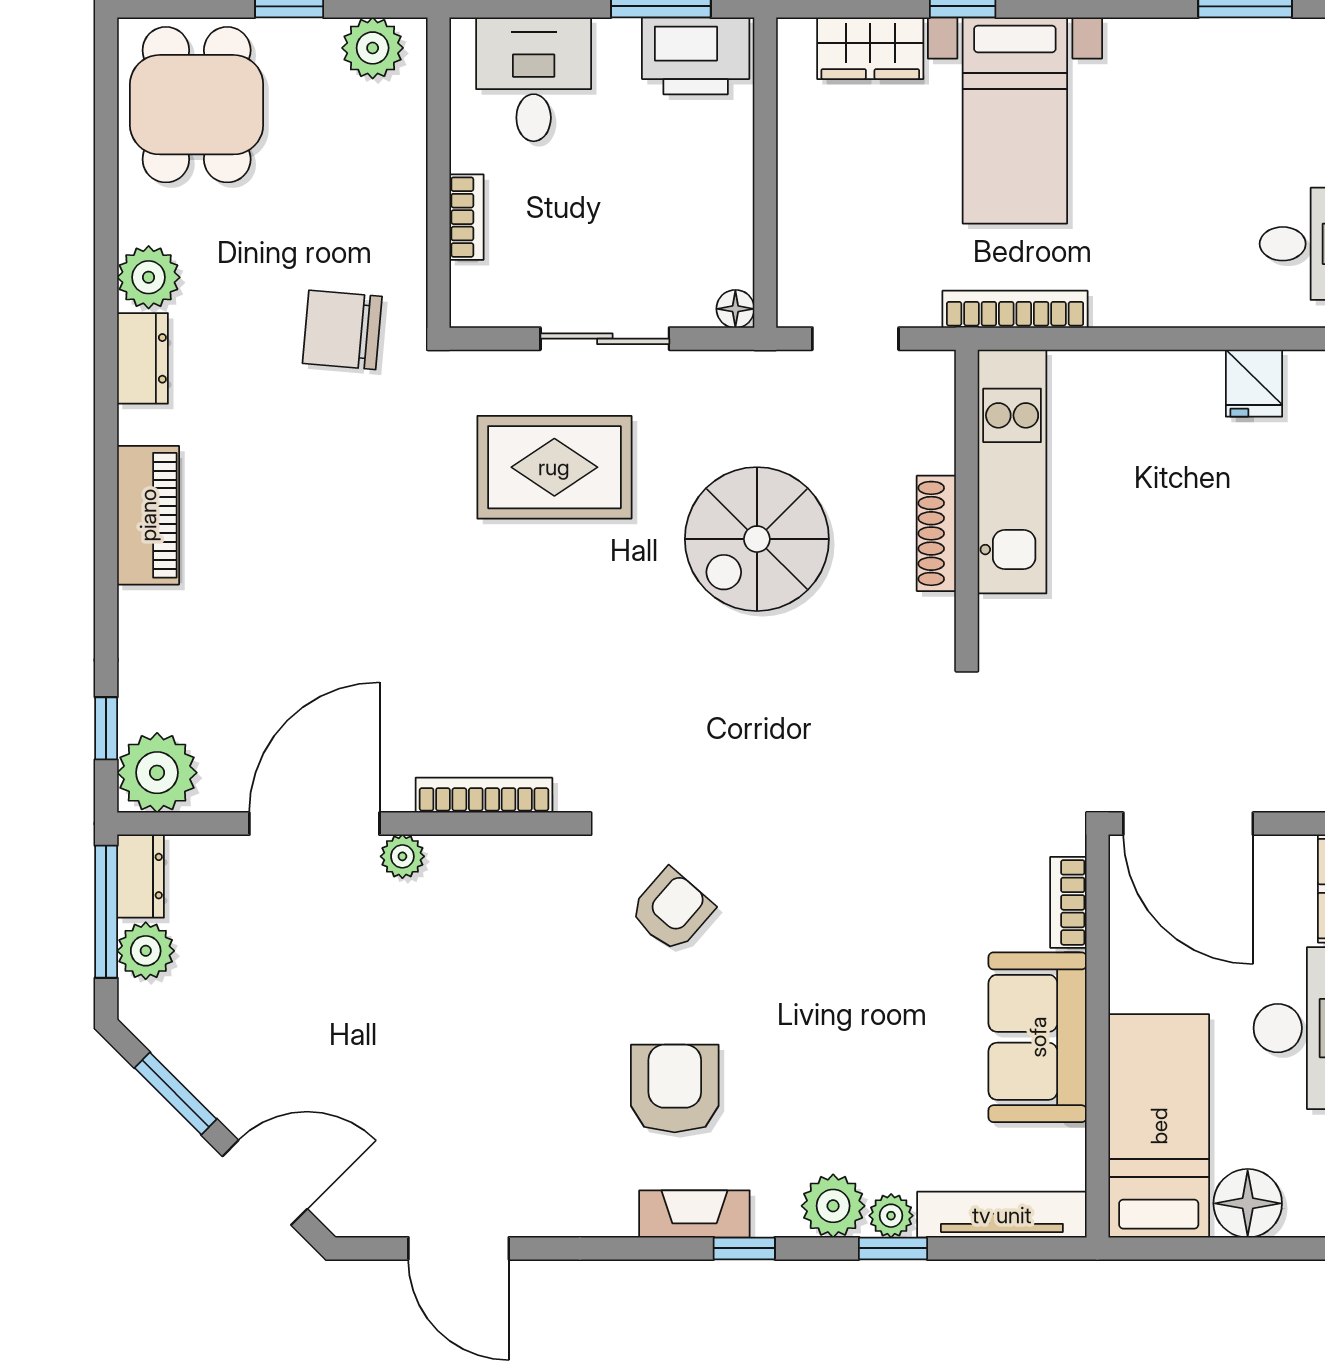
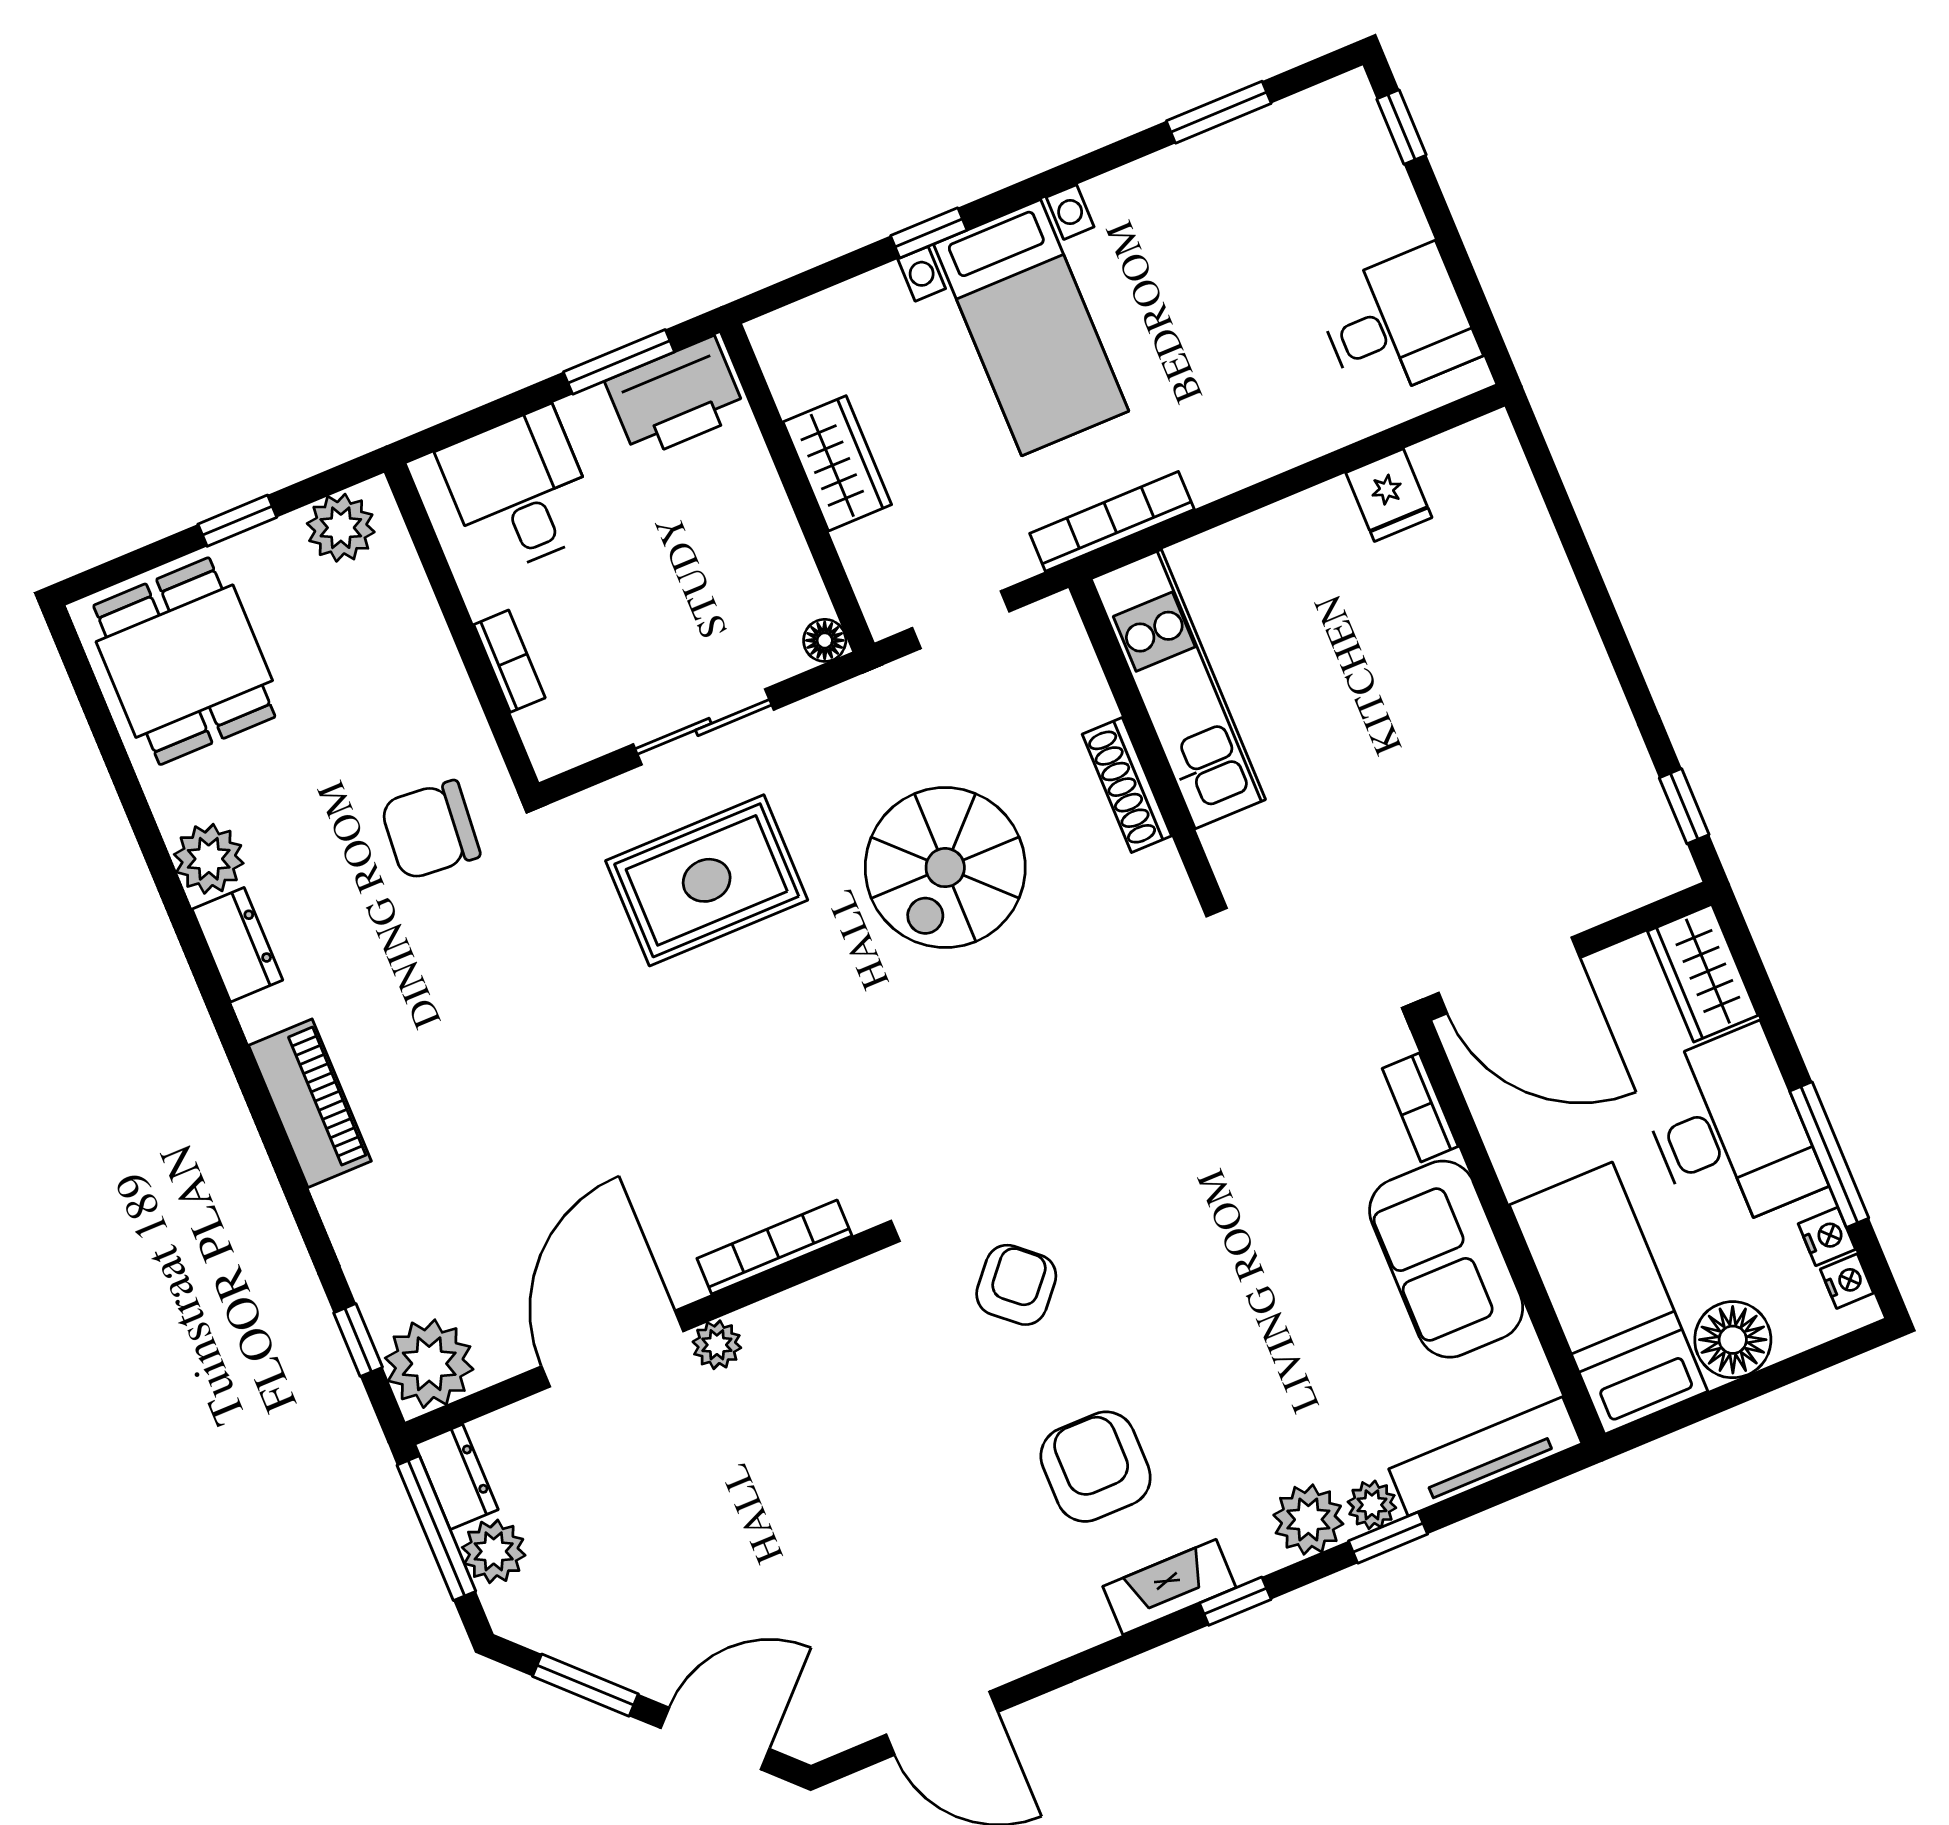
wardrobe: (870, 48) -> (837, 463), moved, turned -90

